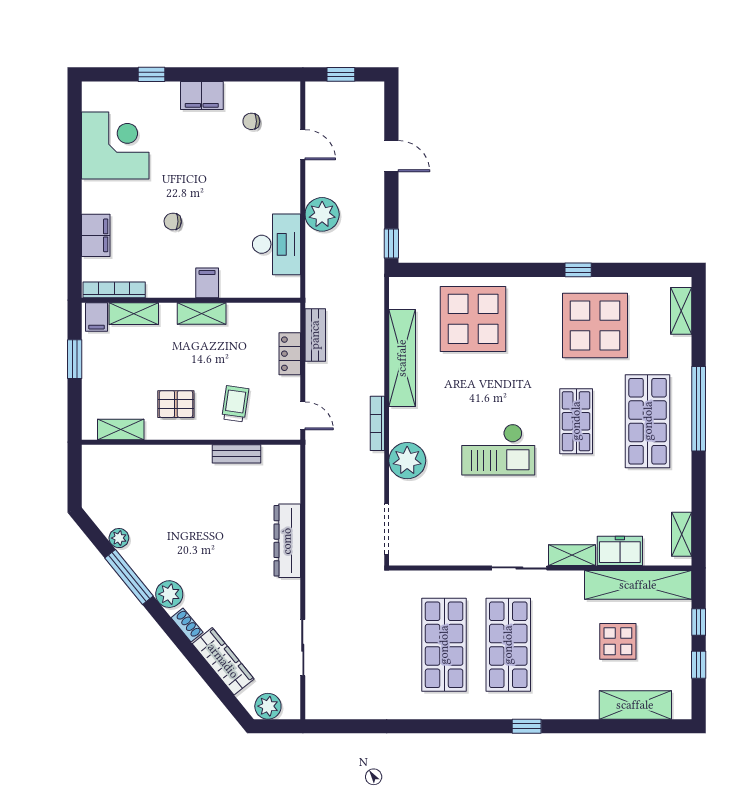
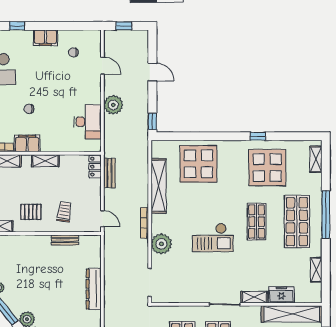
filing cabinet: (207, 283) -> (27, 144), moved, width x2.00
locker: (290, 354) -> (95, 167), moved
shelving: (682, 534) -> (316, 270), moved

